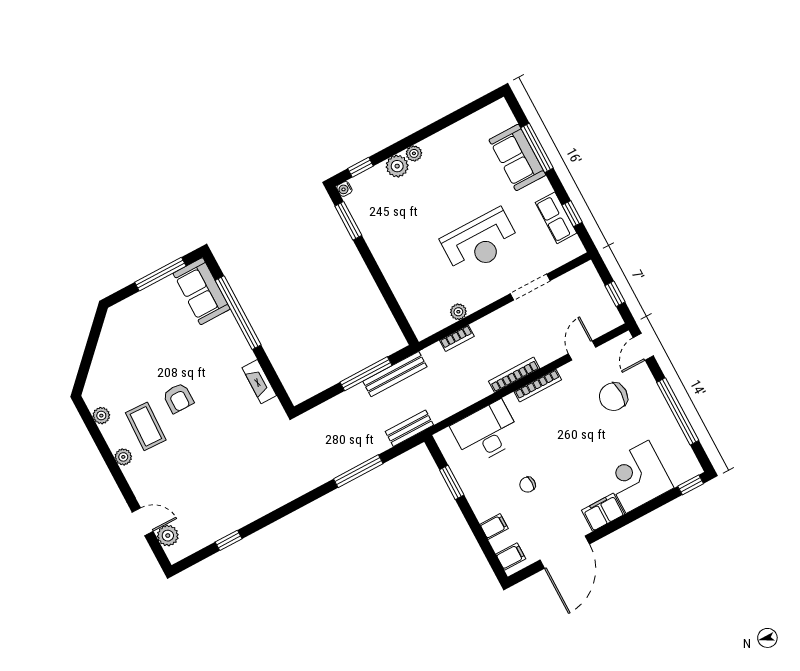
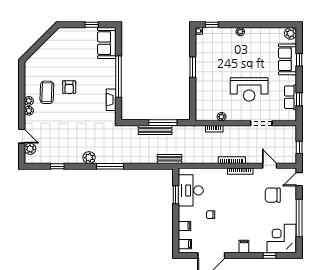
window: (537, 148) -> (299, 60), width x0.46
plant: (397, 166) -> (291, 33), moved
window: (348, 221) -> (193, 67), moved
window: (160, 274) -> (92, 25), width x0.46
window: (238, 313) -> (118, 77), moved
door: (582, 351) -> (270, 166), hinge flipped
bench: (395, 374) -> (155, 130), moved
plant: (101, 416) -> (29, 111), moved
desk: (486, 433) -> (191, 190), moved, turned -90
window: (358, 471) -> (110, 166), moved
corner desk: (637, 477) -> (282, 238), moved
window: (691, 485) -> (270, 256), moved
plant: (274, 498) -> (89, 158), added
filing cabinet: (603, 512) -> (244, 246), width x0.50

